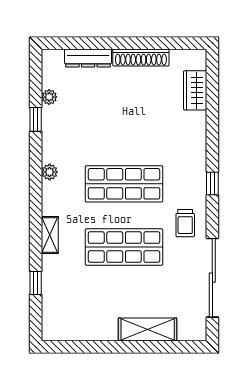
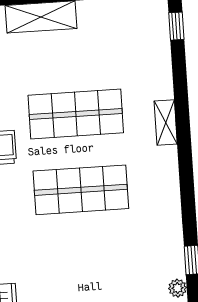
plant: (50, 172) -> (171, 198), removed
window: (36, 283) -> (176, 26), moved

